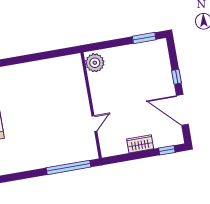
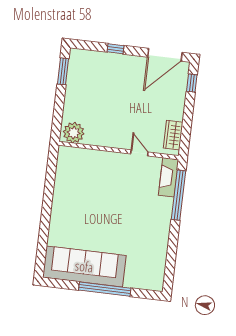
door: (182, 110) -> (165, 55), moved
wardrobe: (140, 144) -> (173, 135), moved
fireplace: (81, 154) -> (169, 177), added

